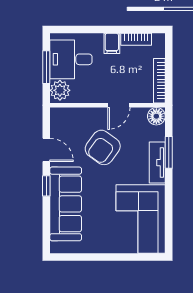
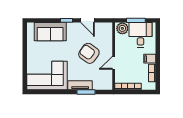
door: (119, 105) -> (114, 63), hinge flipped
floor lamp: (156, 116) -> (107, 85), removed
door: (46, 150) -> (88, 20), hinge flipped
sofa: (66, 204) -> (50, 32), width x0.73

